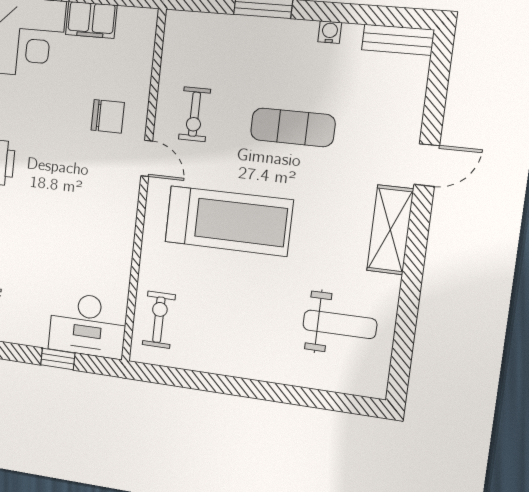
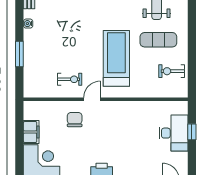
exercise mat: (293, 127) -> (158, 40), moved, turned 90
exercise bike: (159, 320) -> (172, 71), moved
desk: (88, 325) -> (173, 133), moved

